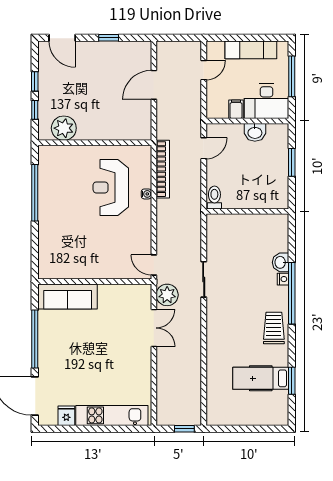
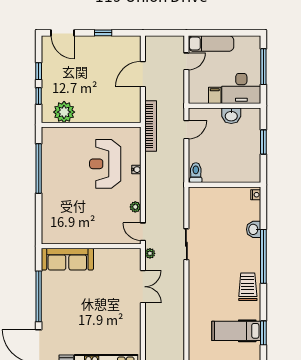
exam couch: (251, 50) -> (211, 43), moved
bookcase: (163, 169) -> (151, 126), moved
plant: (145, 237) -> (135, 207), added
nightstand: (283, 279) -> (256, 195), moved
plant: (167, 295) -> (150, 253), width x0.53, depth x0.53

